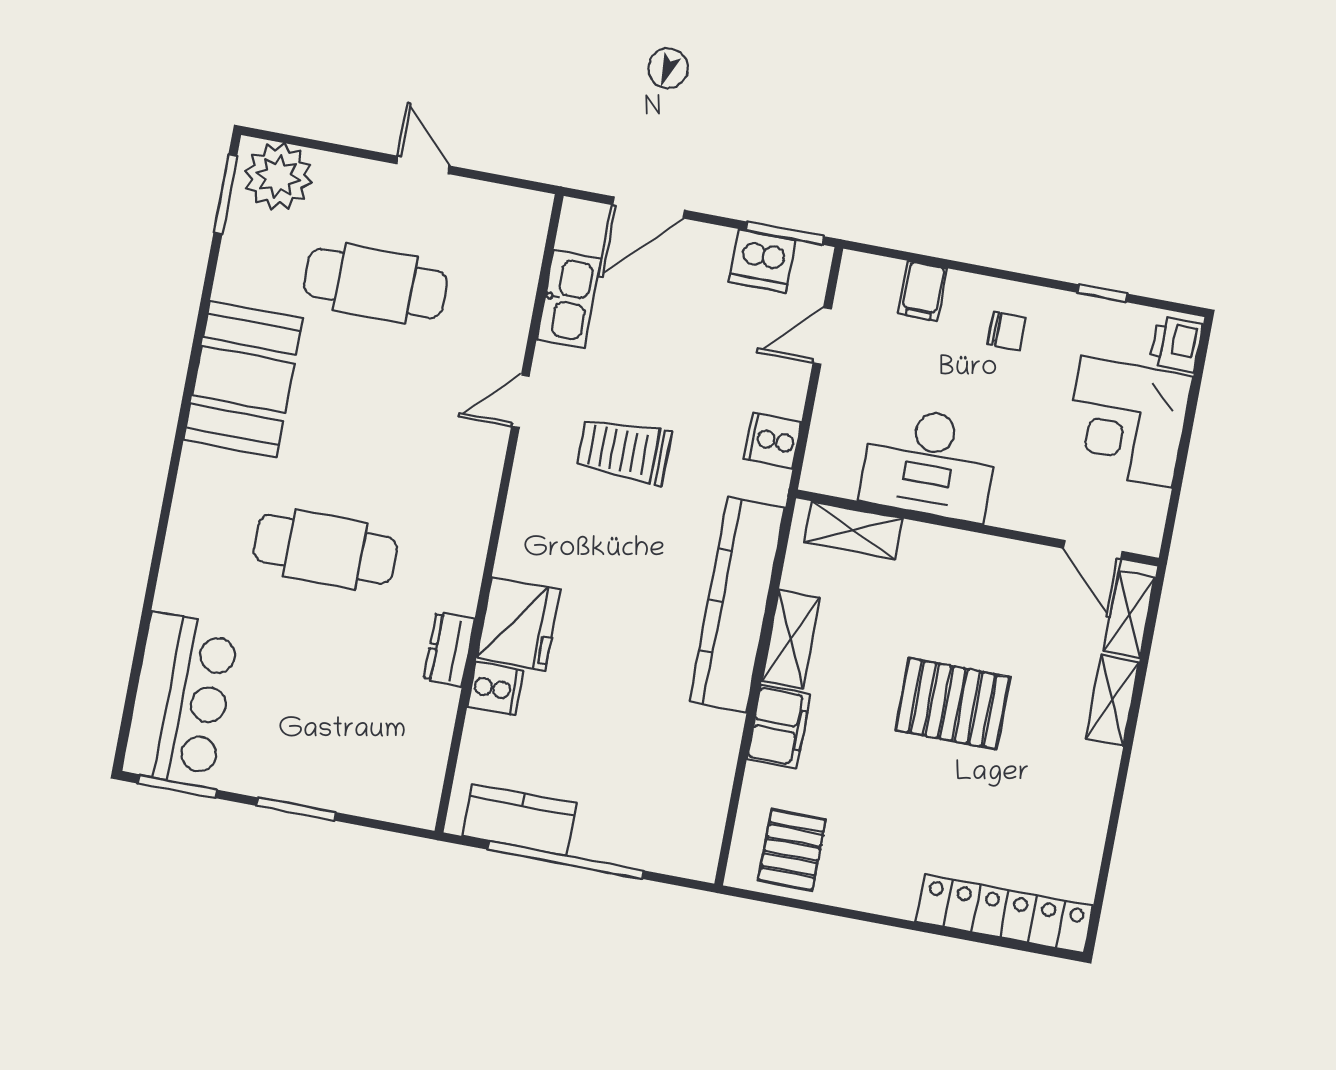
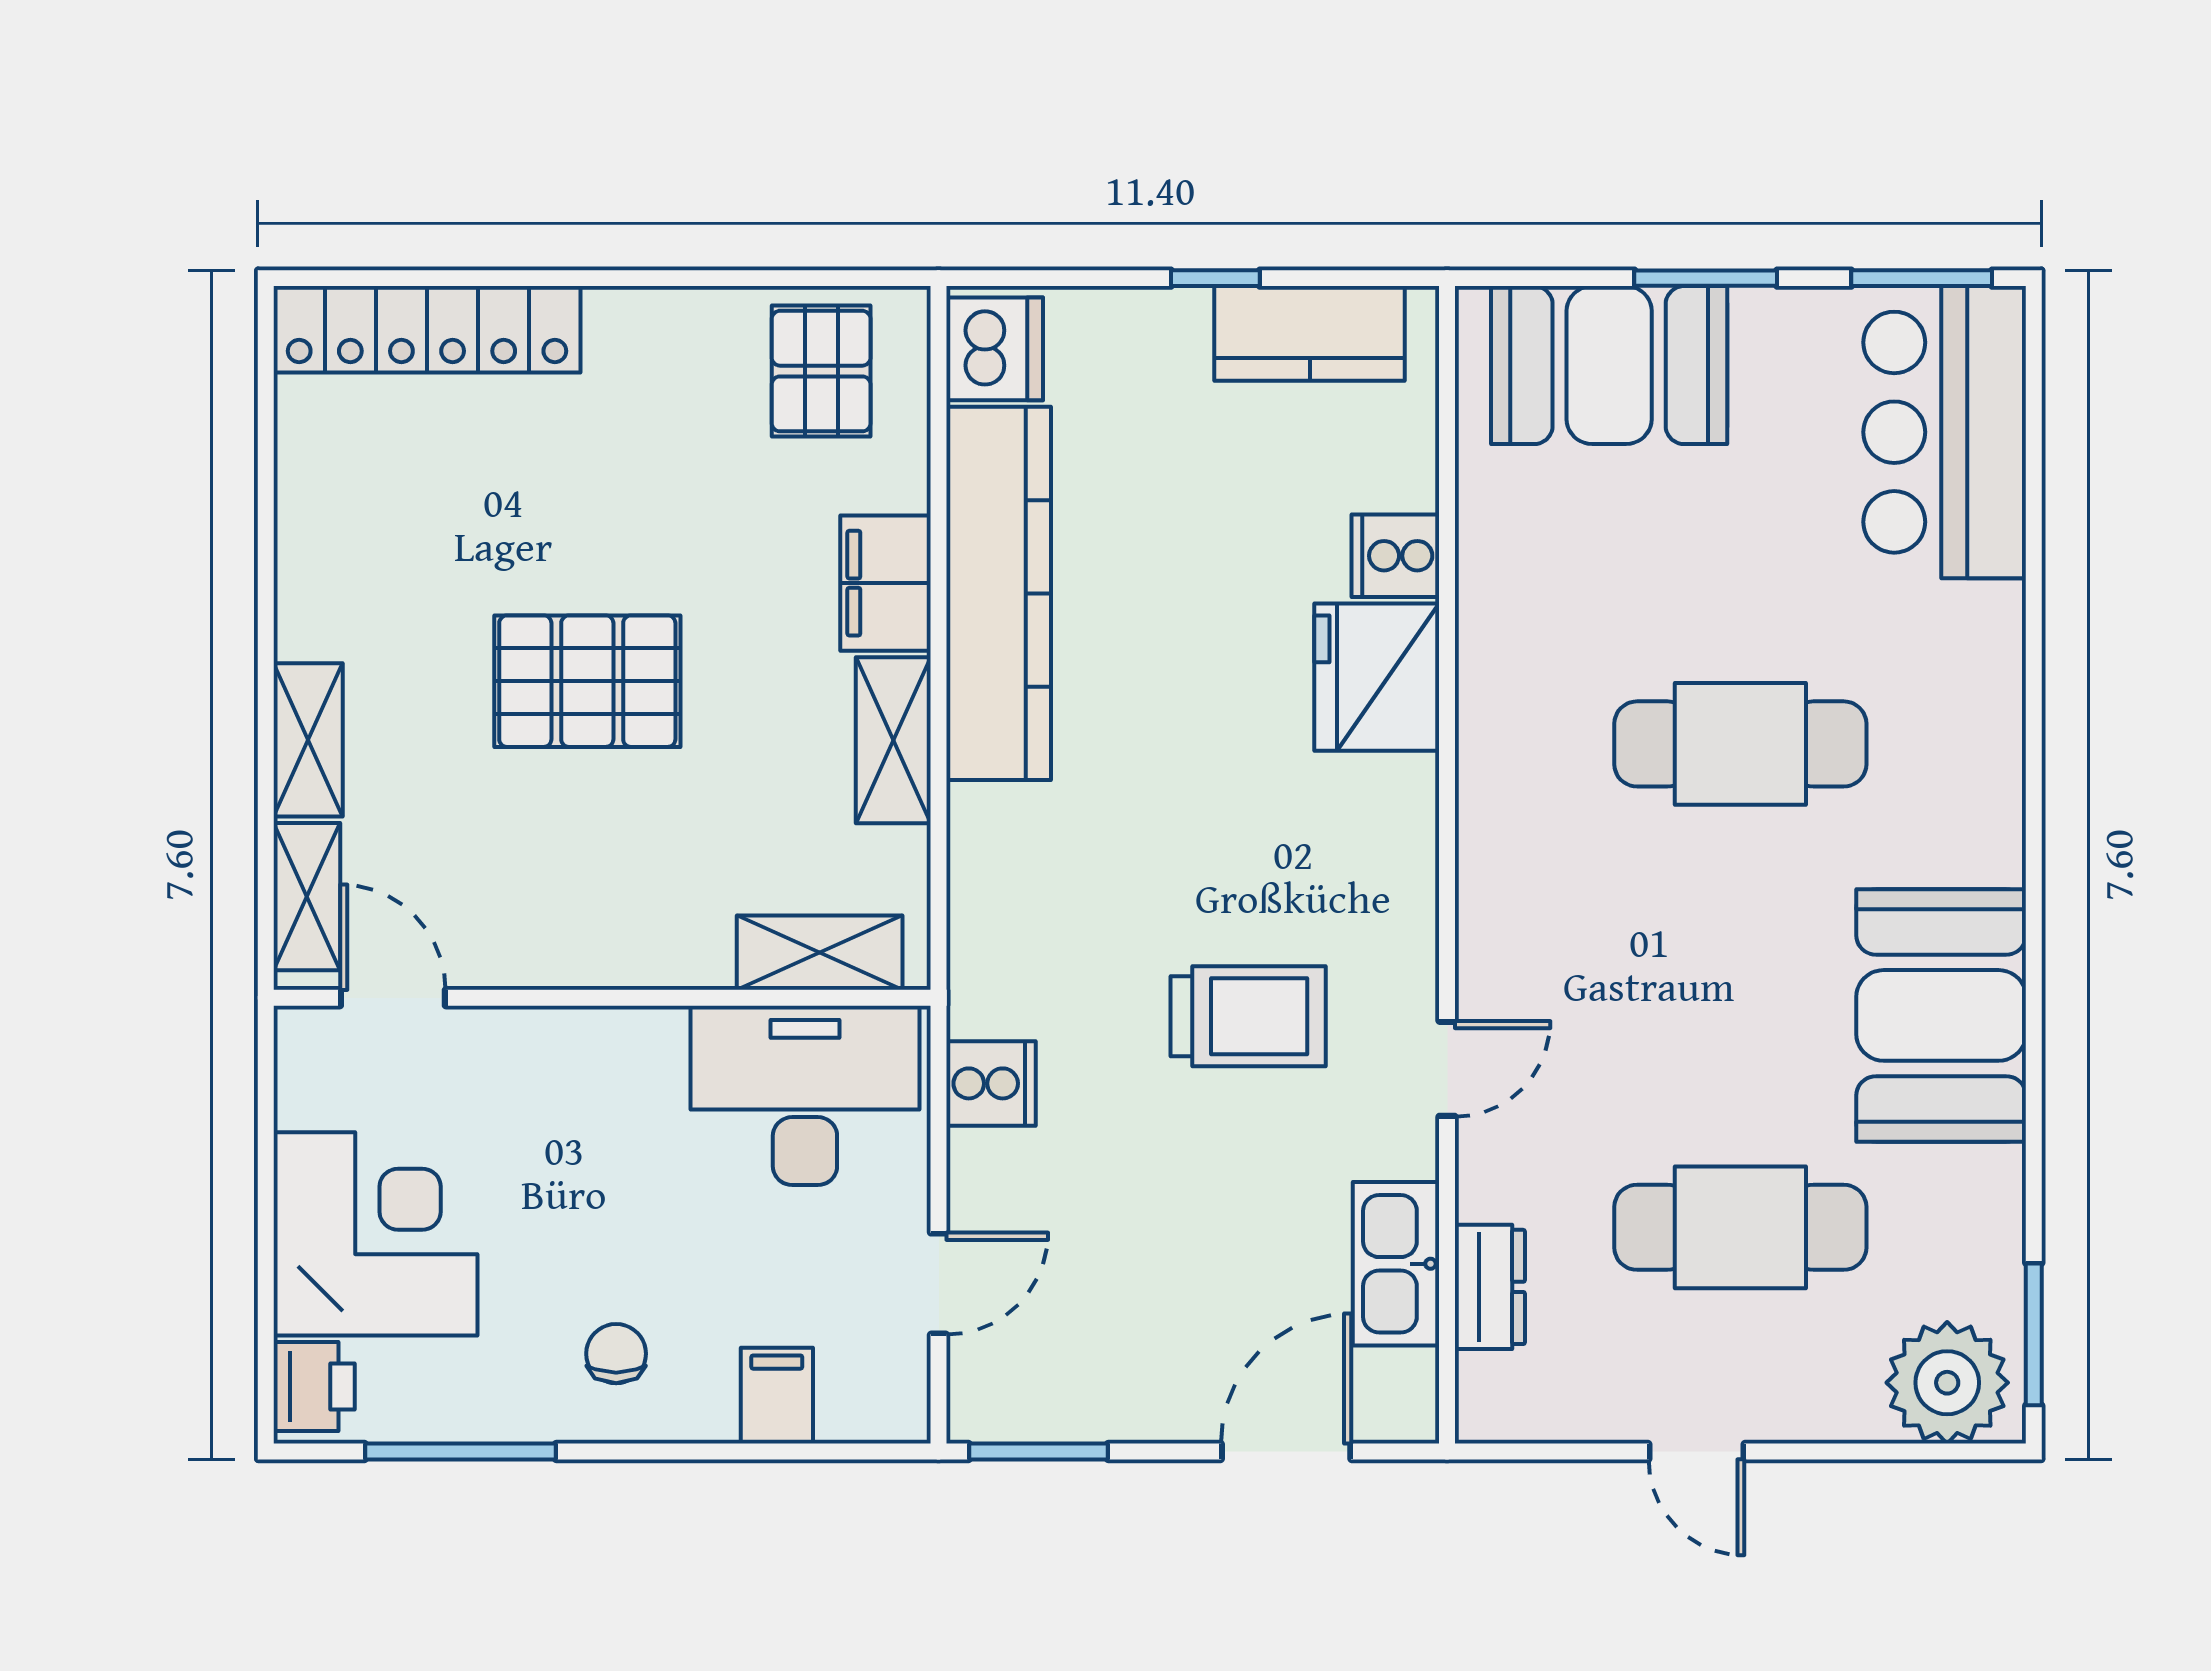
dishwasher: (762, 261) -> (995, 349), moved, turned 90
window: (1103, 293) -> (460, 1451), width x2.17
chair: (1007, 331) -> (616, 1354), turned 90
desk: (929, 463) -> (805, 1095), moved
kitchen counter: (737, 605) -> (999, 593), moved
dresser: (449, 649) -> (1490, 1287), moved
booth: (358, 771) -> (1609, 365), added
window: (566, 860) -> (1215, 278), width x0.32

